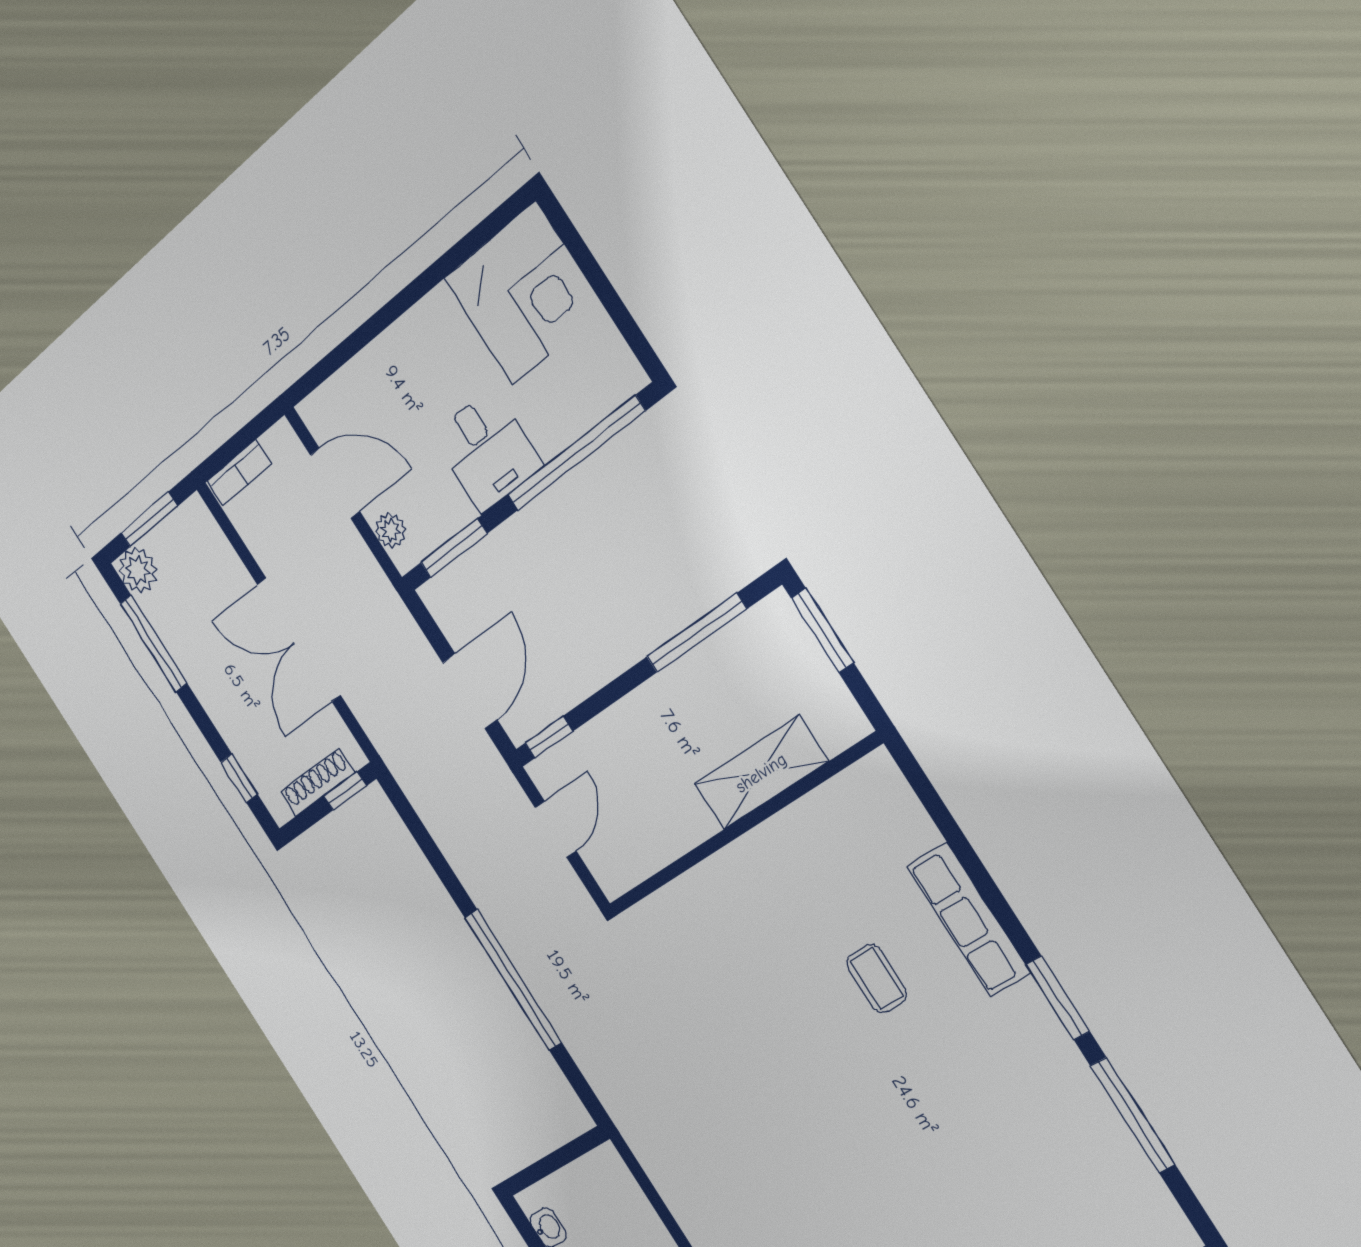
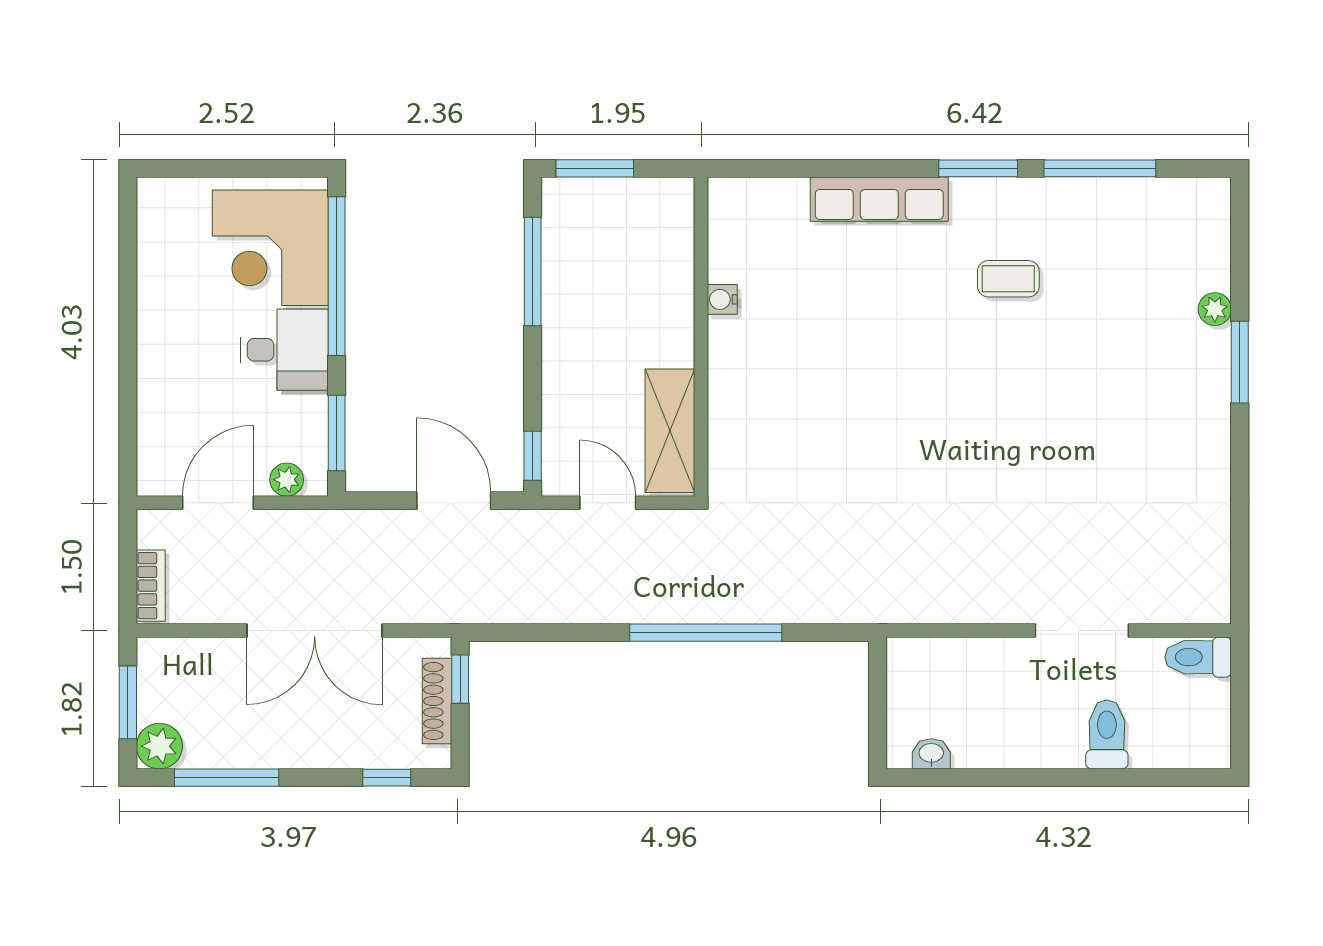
corner desk: (524, 294) -> (270, 248), moved, turned 180
shelving: (761, 773) -> (670, 431), moved
water cooler: (786, 826) -> (722, 299), added
coffee table: (876, 979) -> (1008, 279), moved

